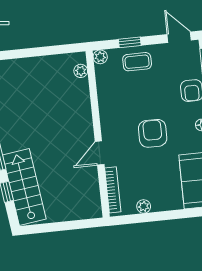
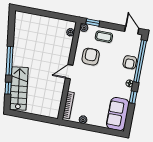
window: (130, 42) -> (93, 23), moved
armchair: (153, 133) -> (91, 57), moved
door: (100, 153) -> (69, 72), moved

